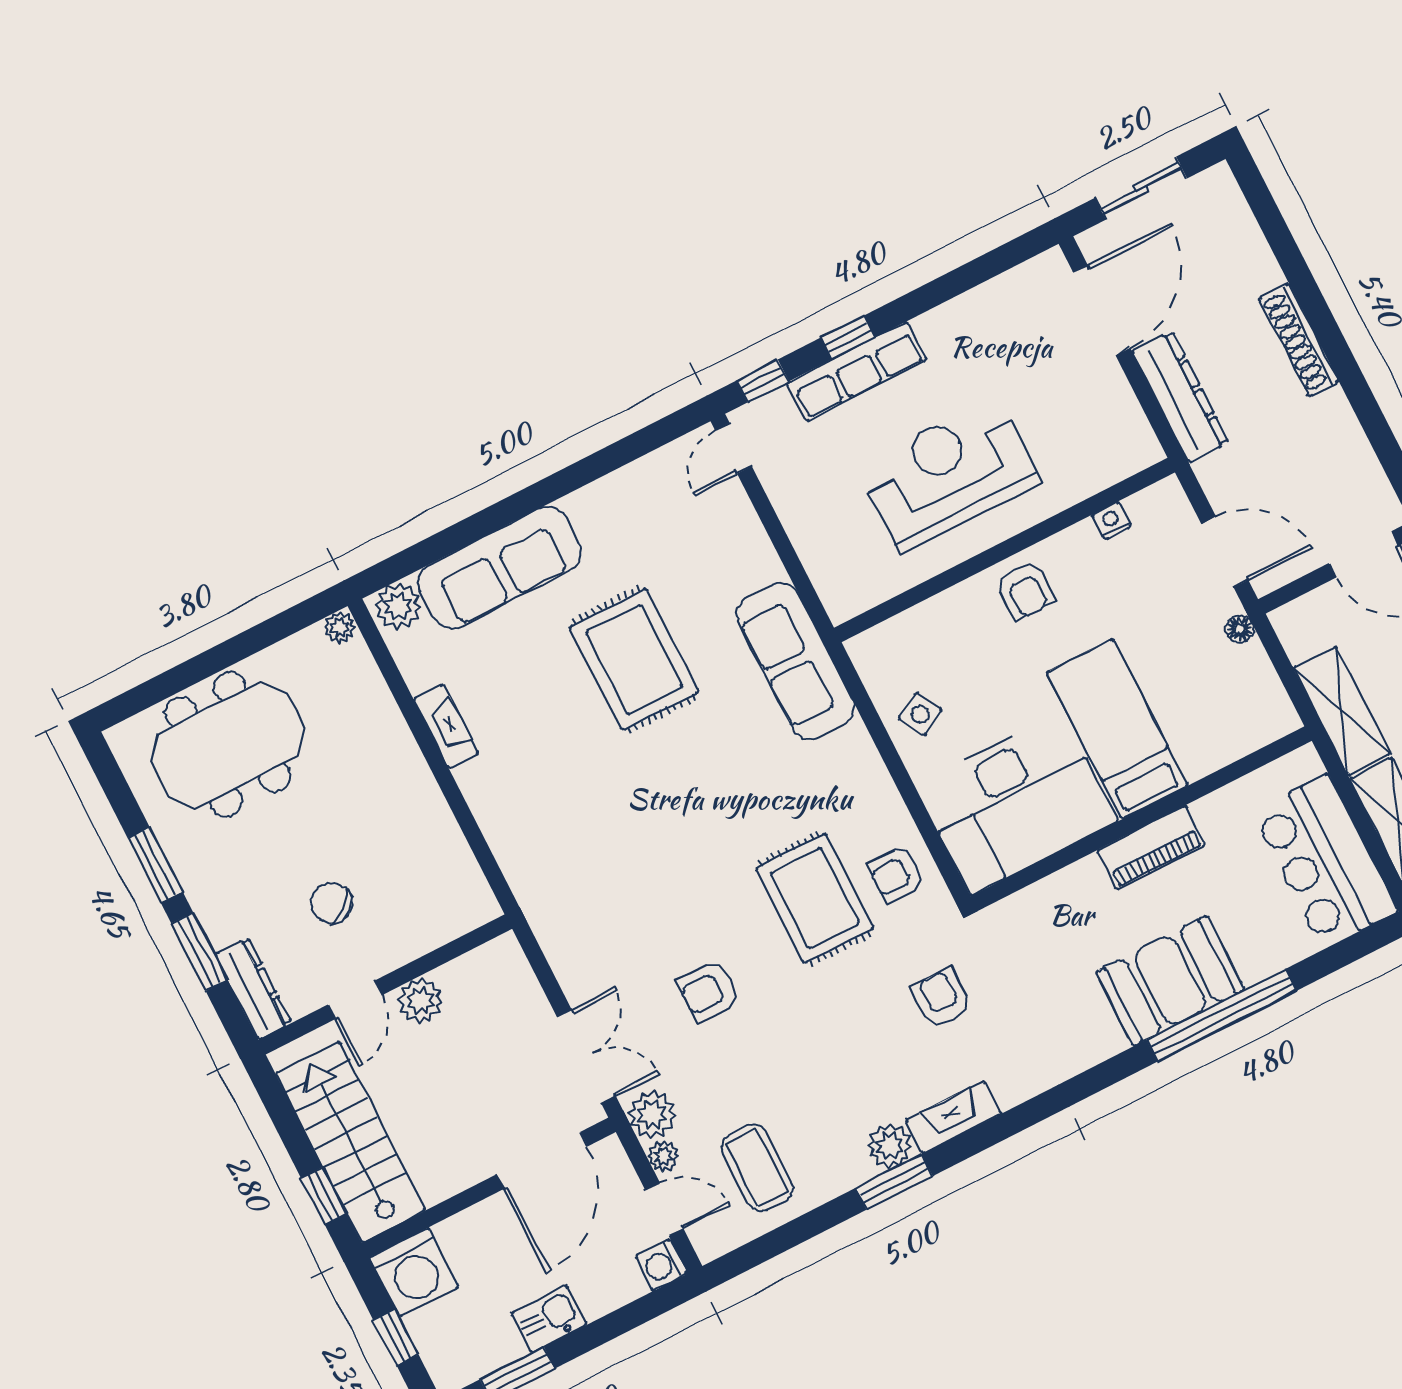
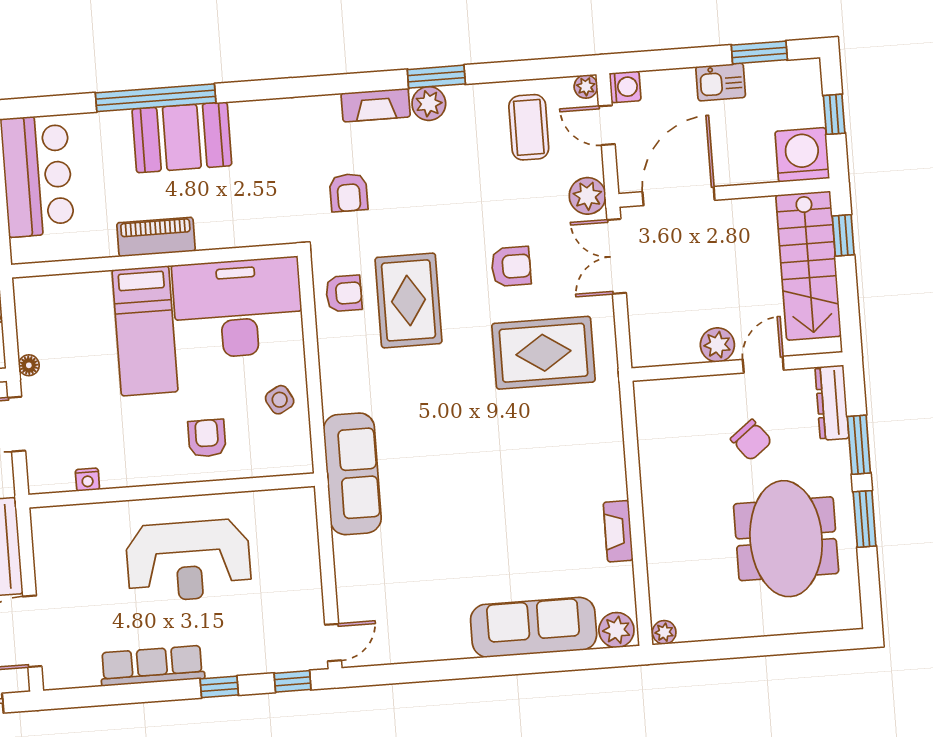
row of seats: (857, 371) -> (152, 666), moved
armchair: (1025, 590) -> (207, 438), moved
rug: (634, 659) -> (543, 353), moved, turned 90
meeting table: (228, 745) -> (786, 539), moved, turned 90
plant: (664, 1156) -> (586, 87), moved

